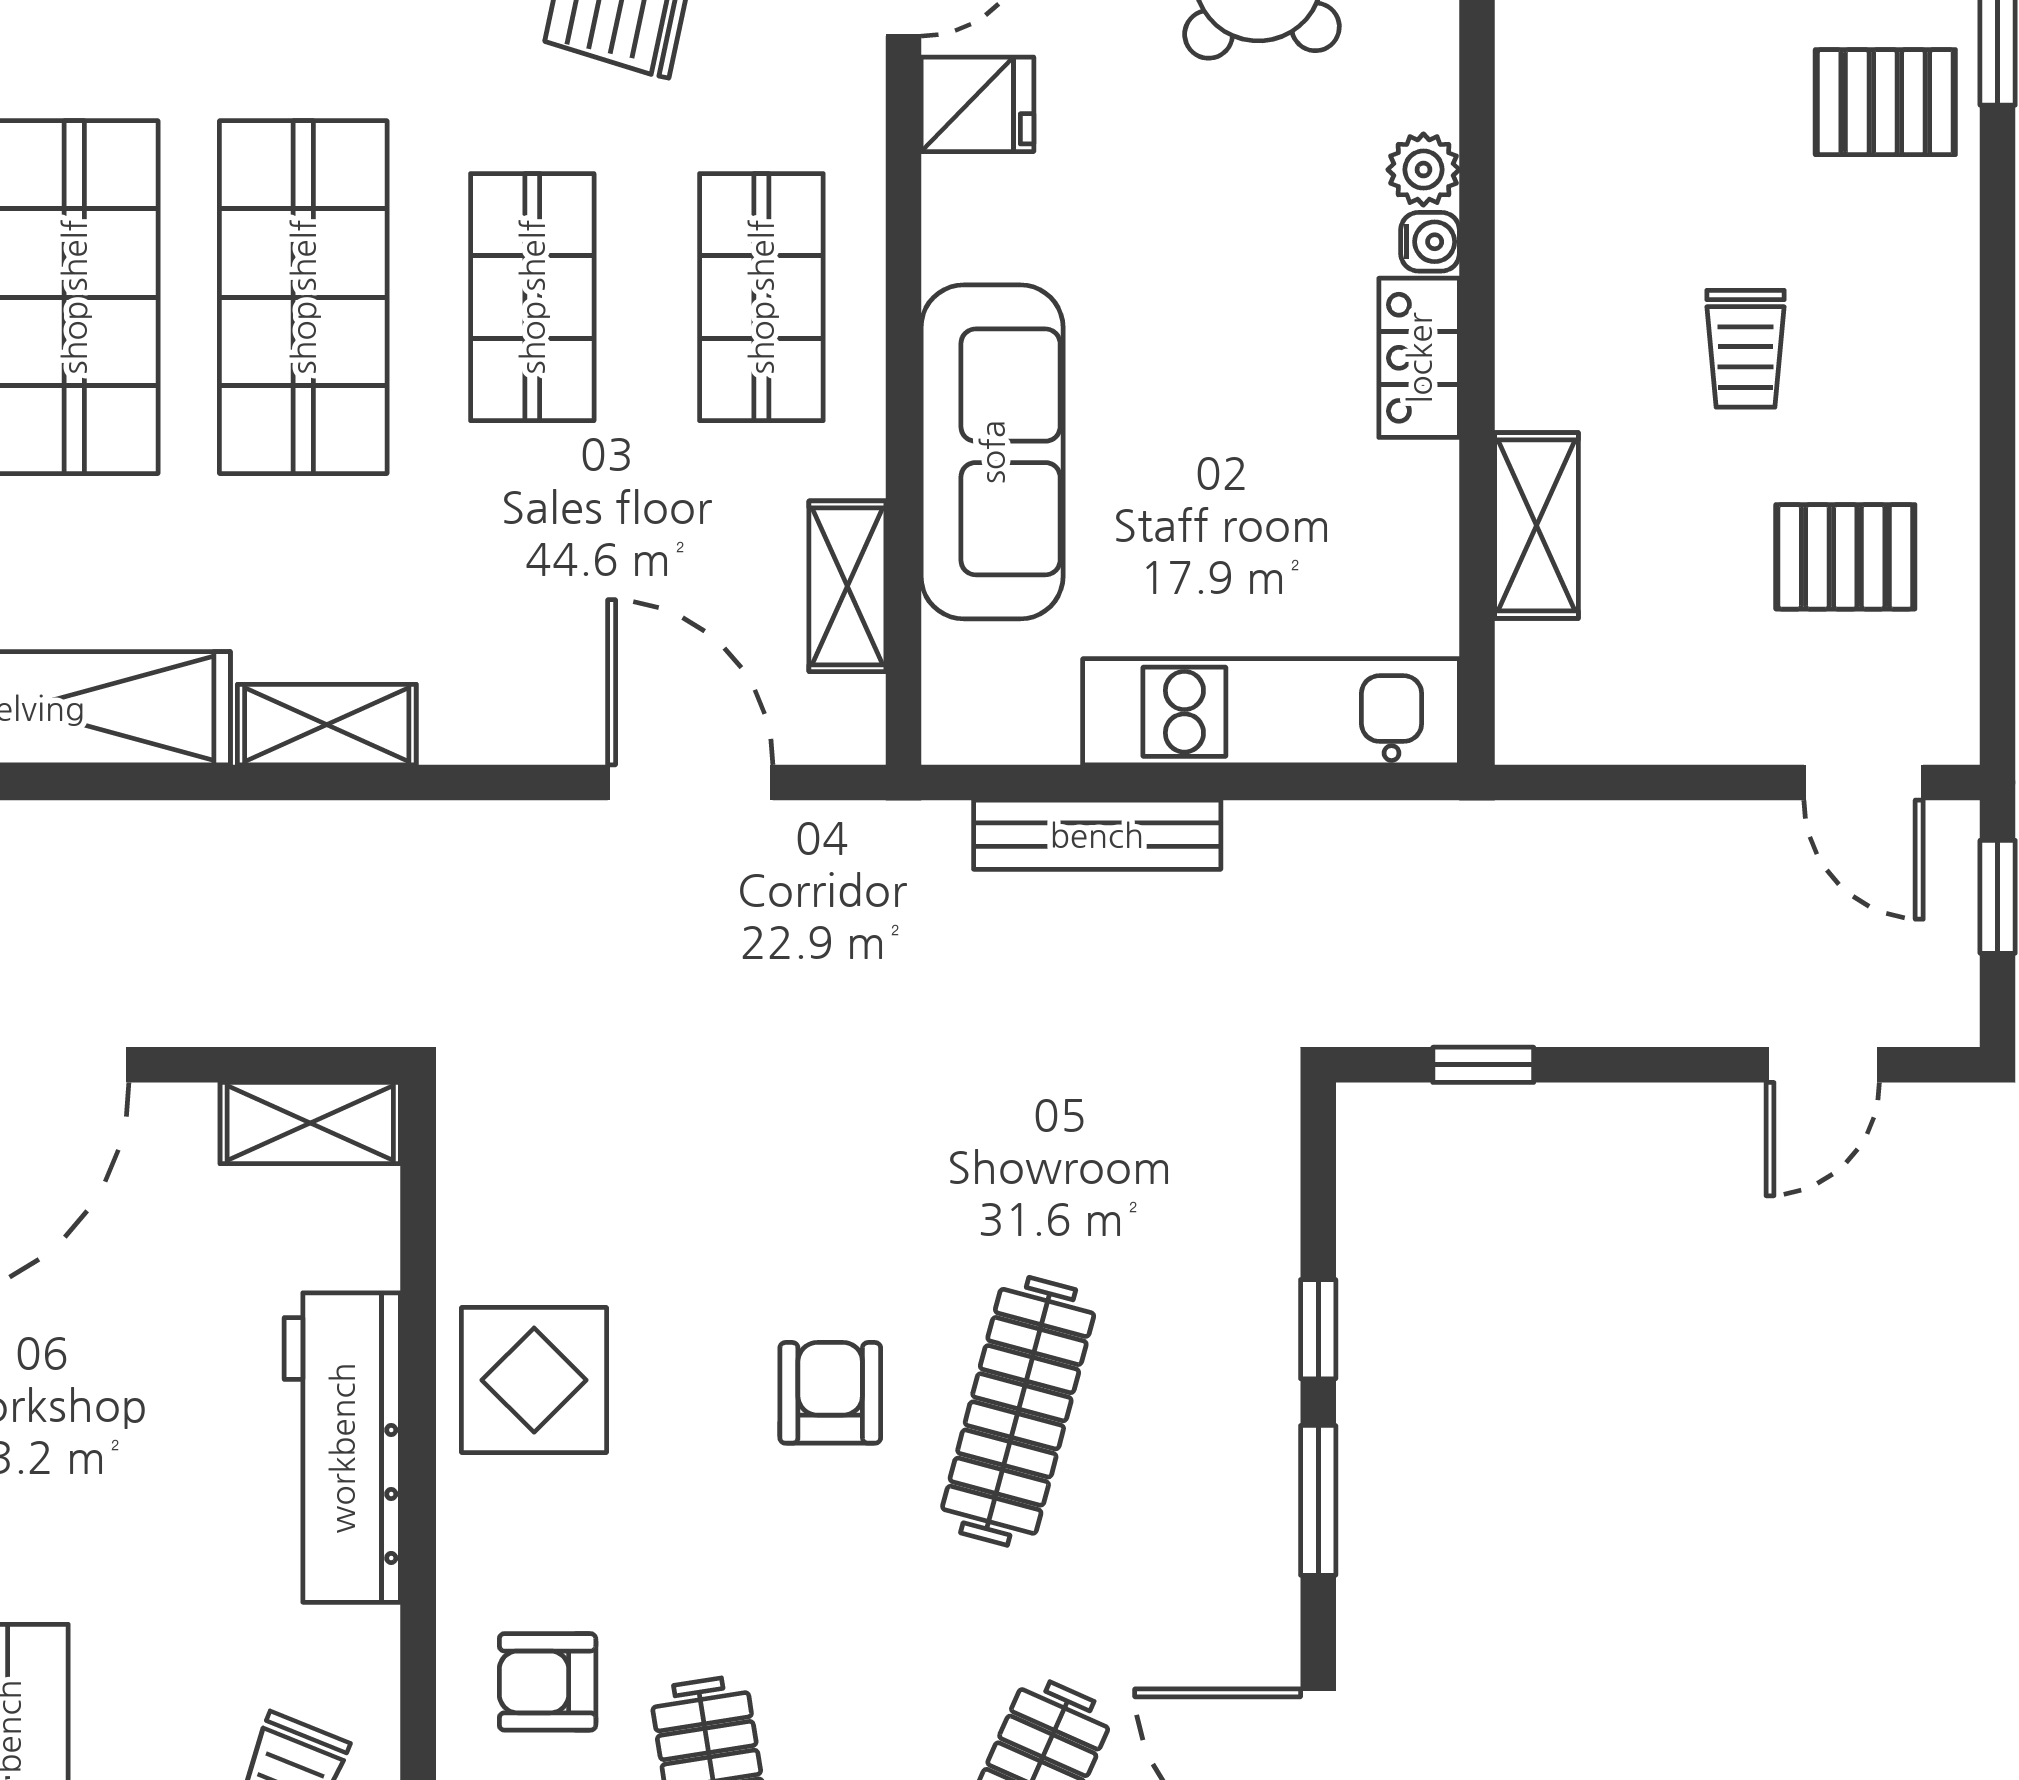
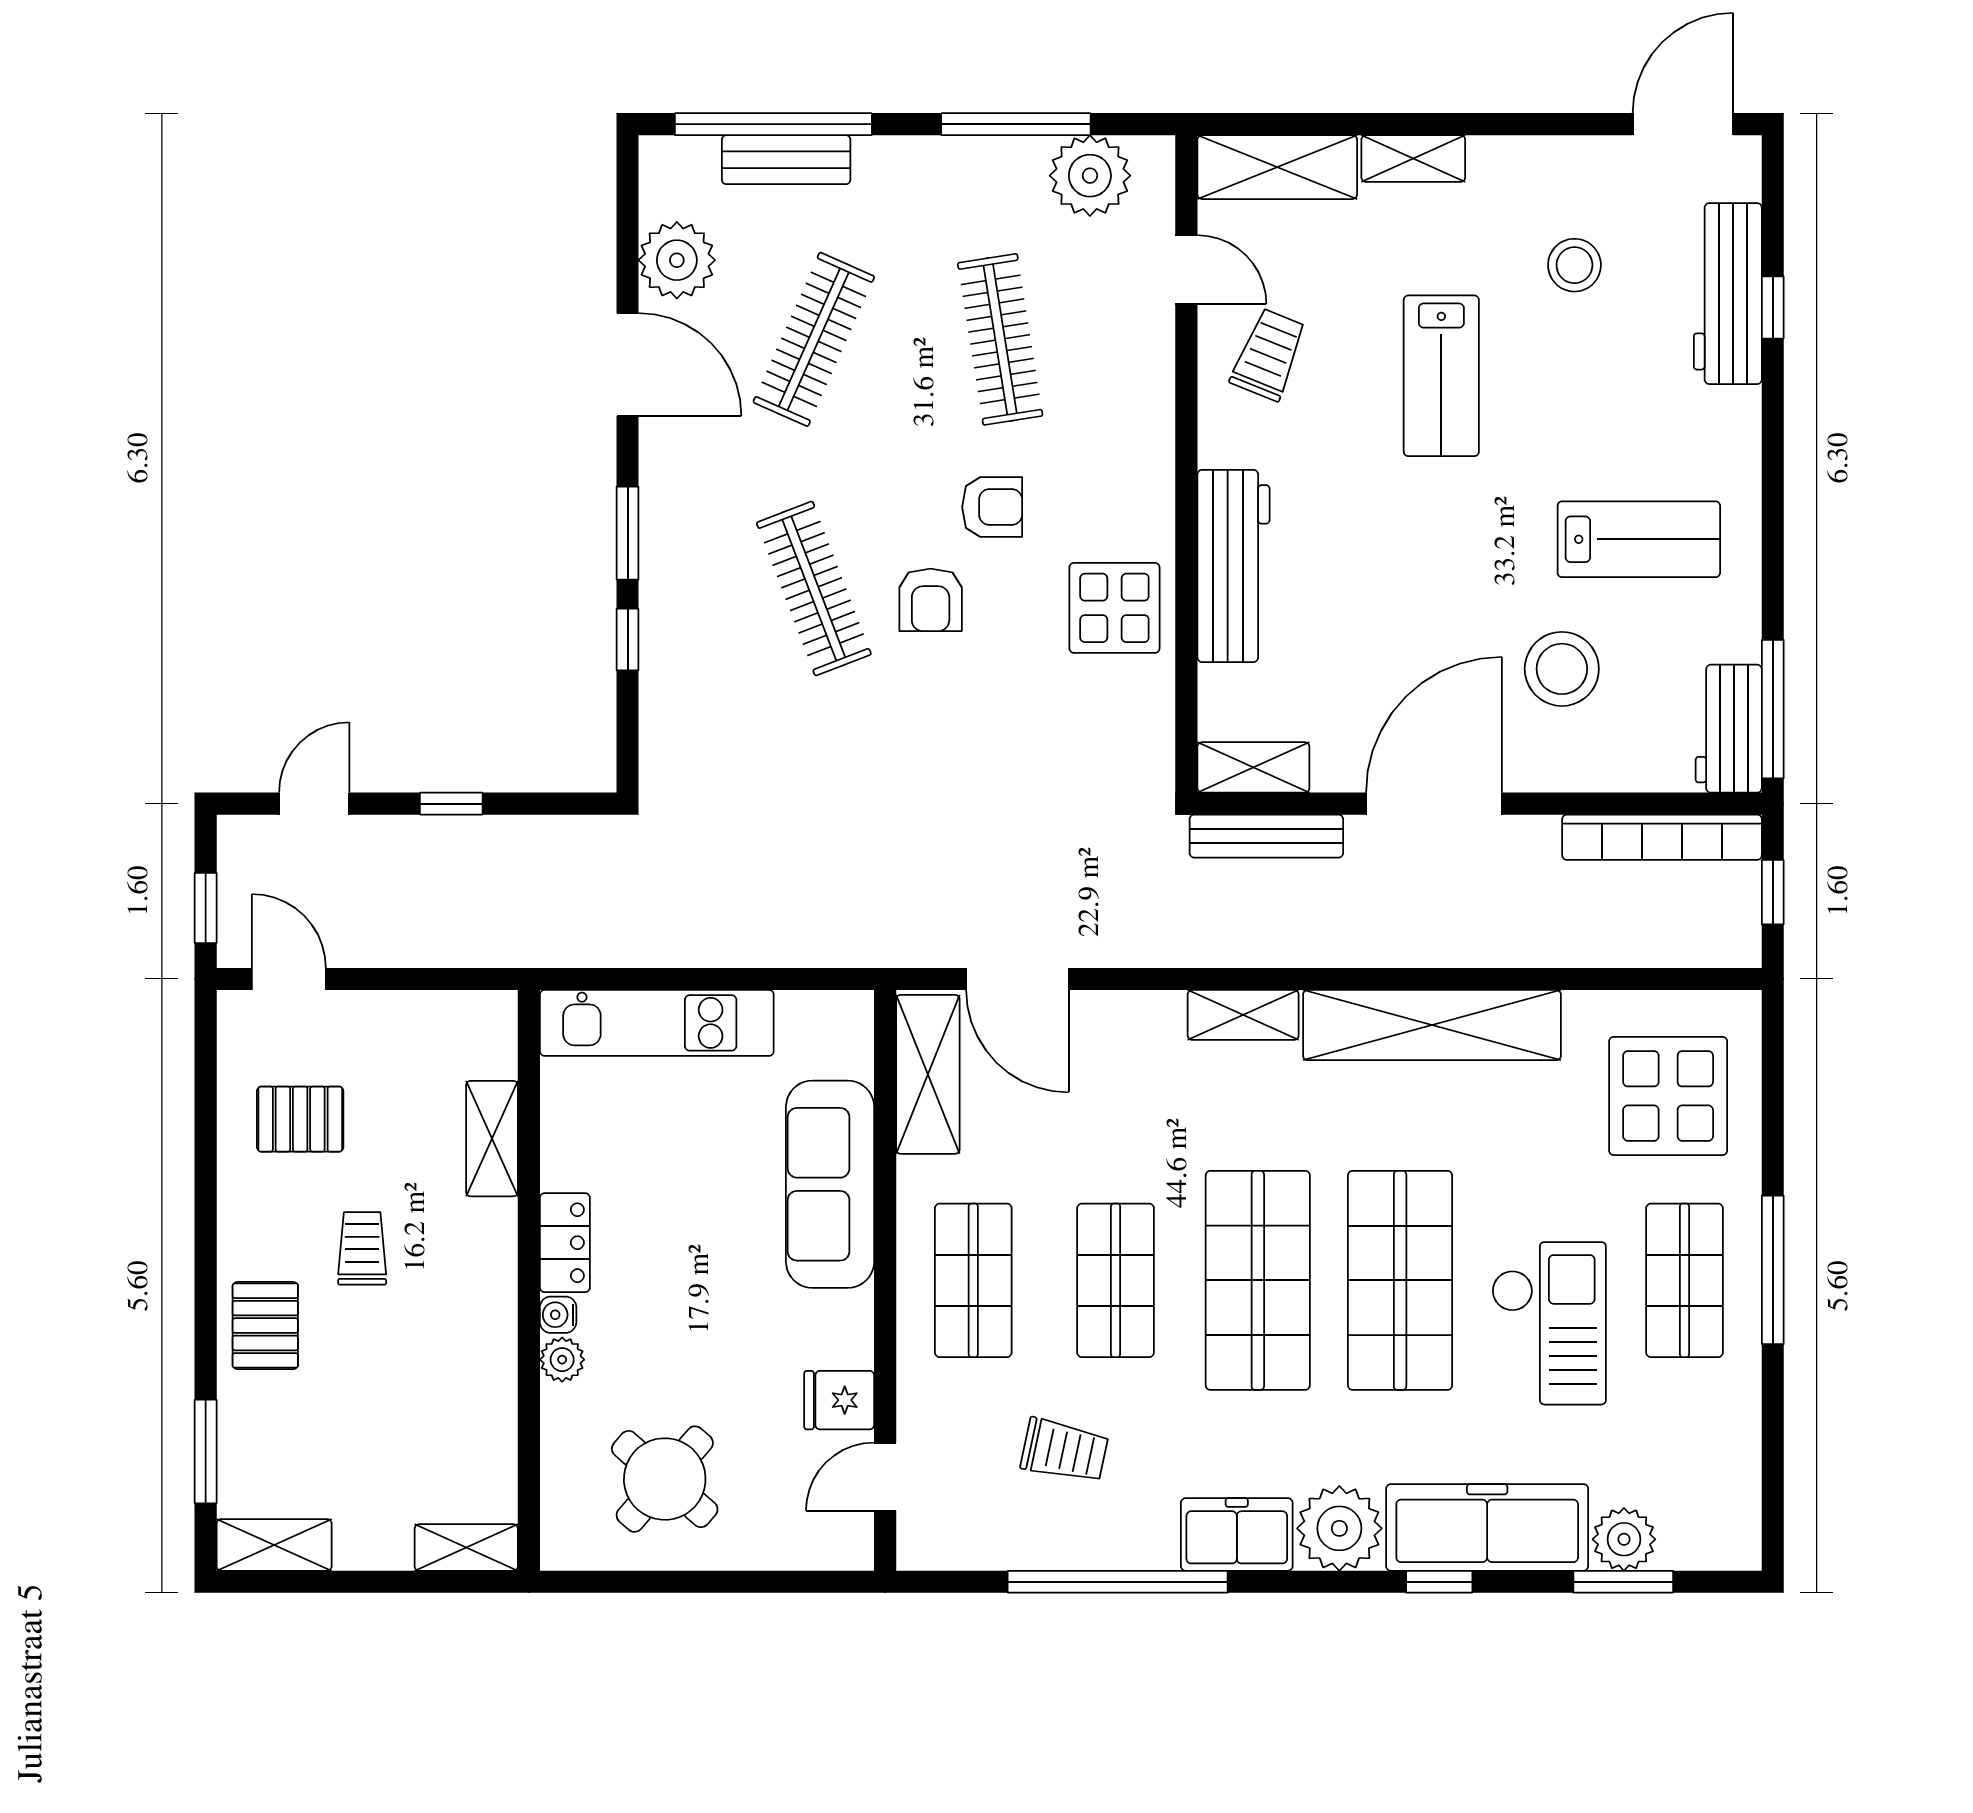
pallet: (1885, 102) -> (265, 1326), moved, turned 90
shelving: (847, 586) -> (928, 1074), width x1.50, depth x1.33
bench: (1097, 835) -> (1266, 836), moved
window: (1483, 1065) -> (451, 804), moved
clothes rail: (1018, 1411) -> (814, 588), turned -36
armchair: (548, 1682) -> (992, 507), moved

